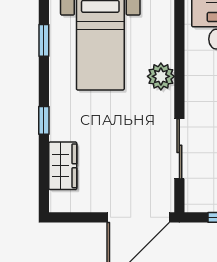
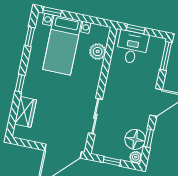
plant: (161, 76) -> (98, 52), moved

